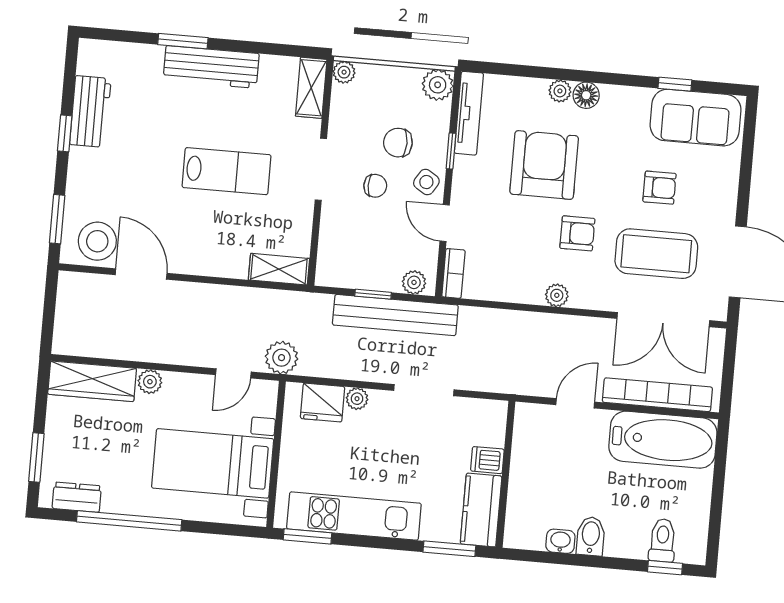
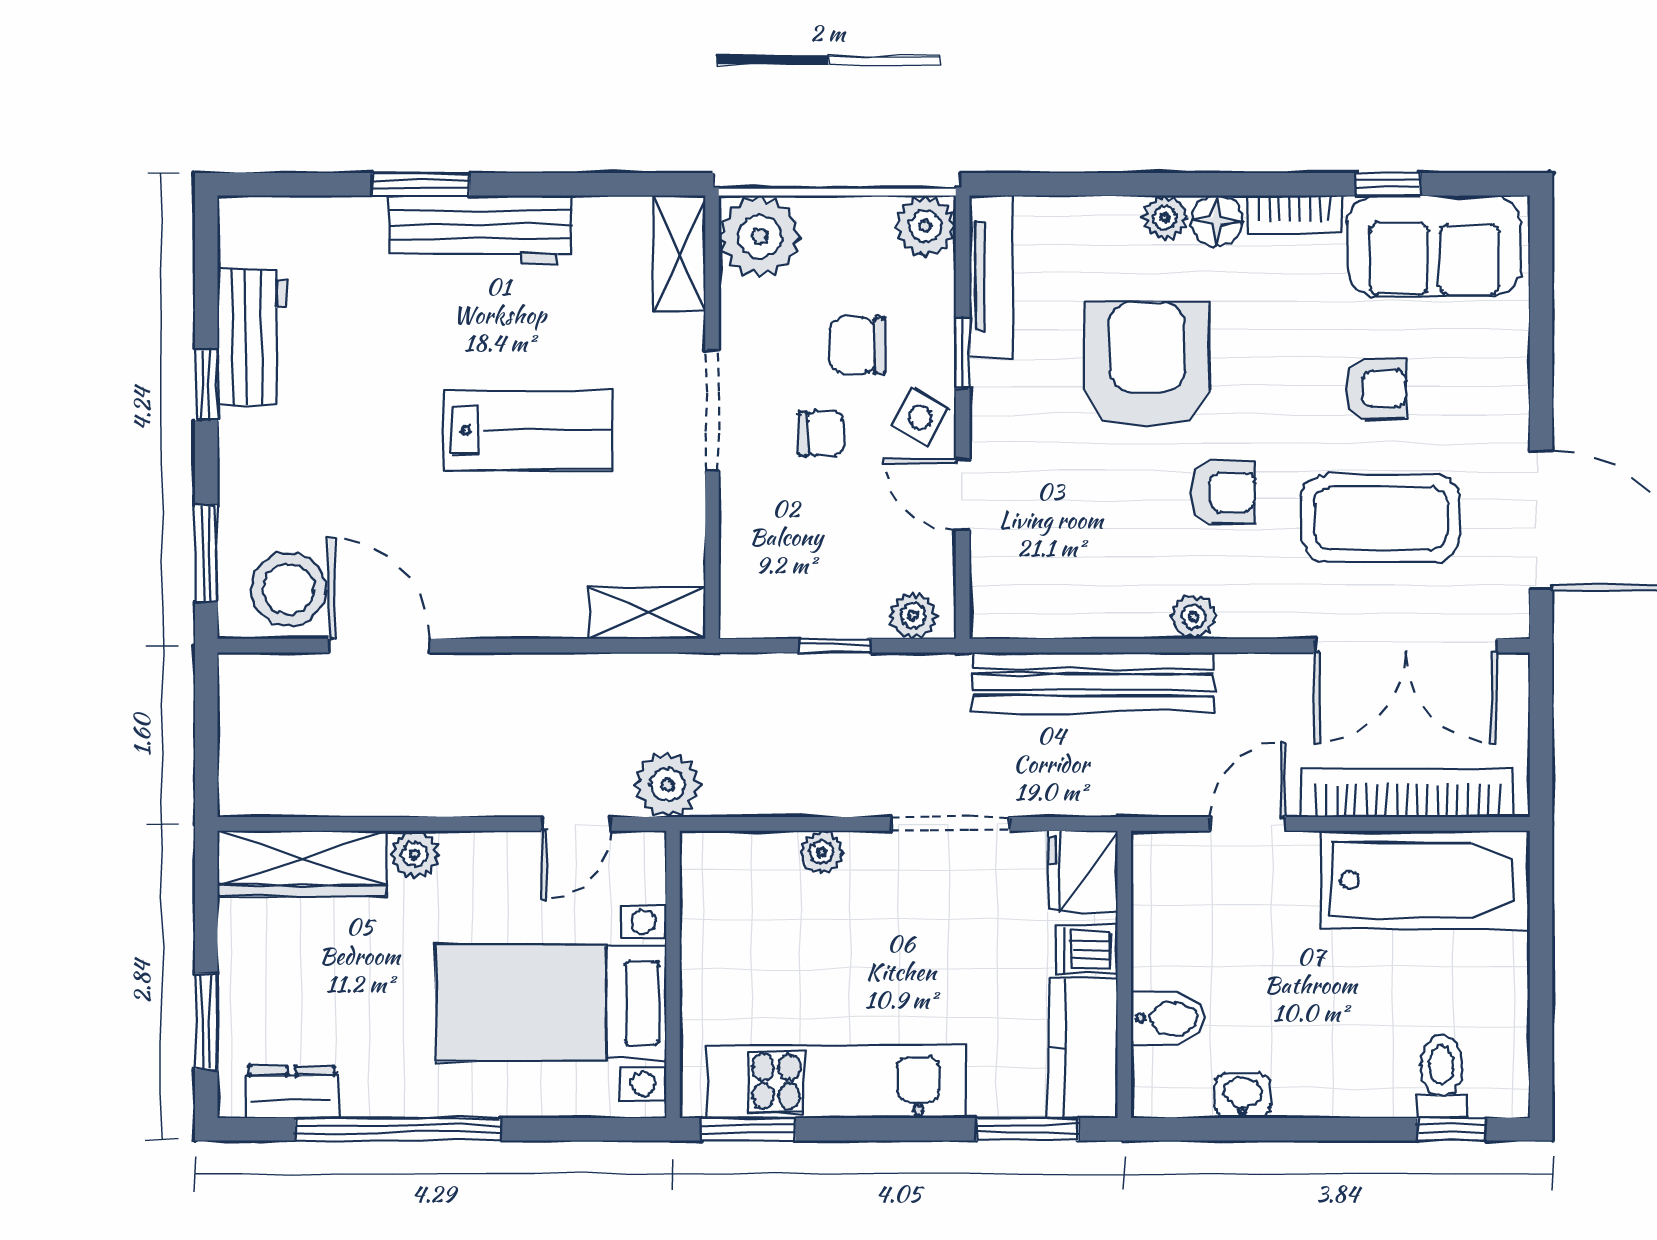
plant: (344, 72) -> (760, 237), width x1.88, depth x1.88
bookcase: (453, 273) -> (1295, 215), moved, turned 90
bench: (395, 315) -> (1093, 682), moved
fridge: (323, 403) -> (1083, 871), moved, turned 90
bidet: (591, 536) -> (1168, 1019), moved, turned 90

